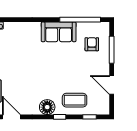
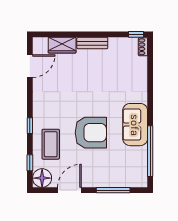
armchair: (92, 44) -> (91, 133), moved, width x1.88, depth x1.88
floor lamp: (47, 107) -> (42, 178), moved

